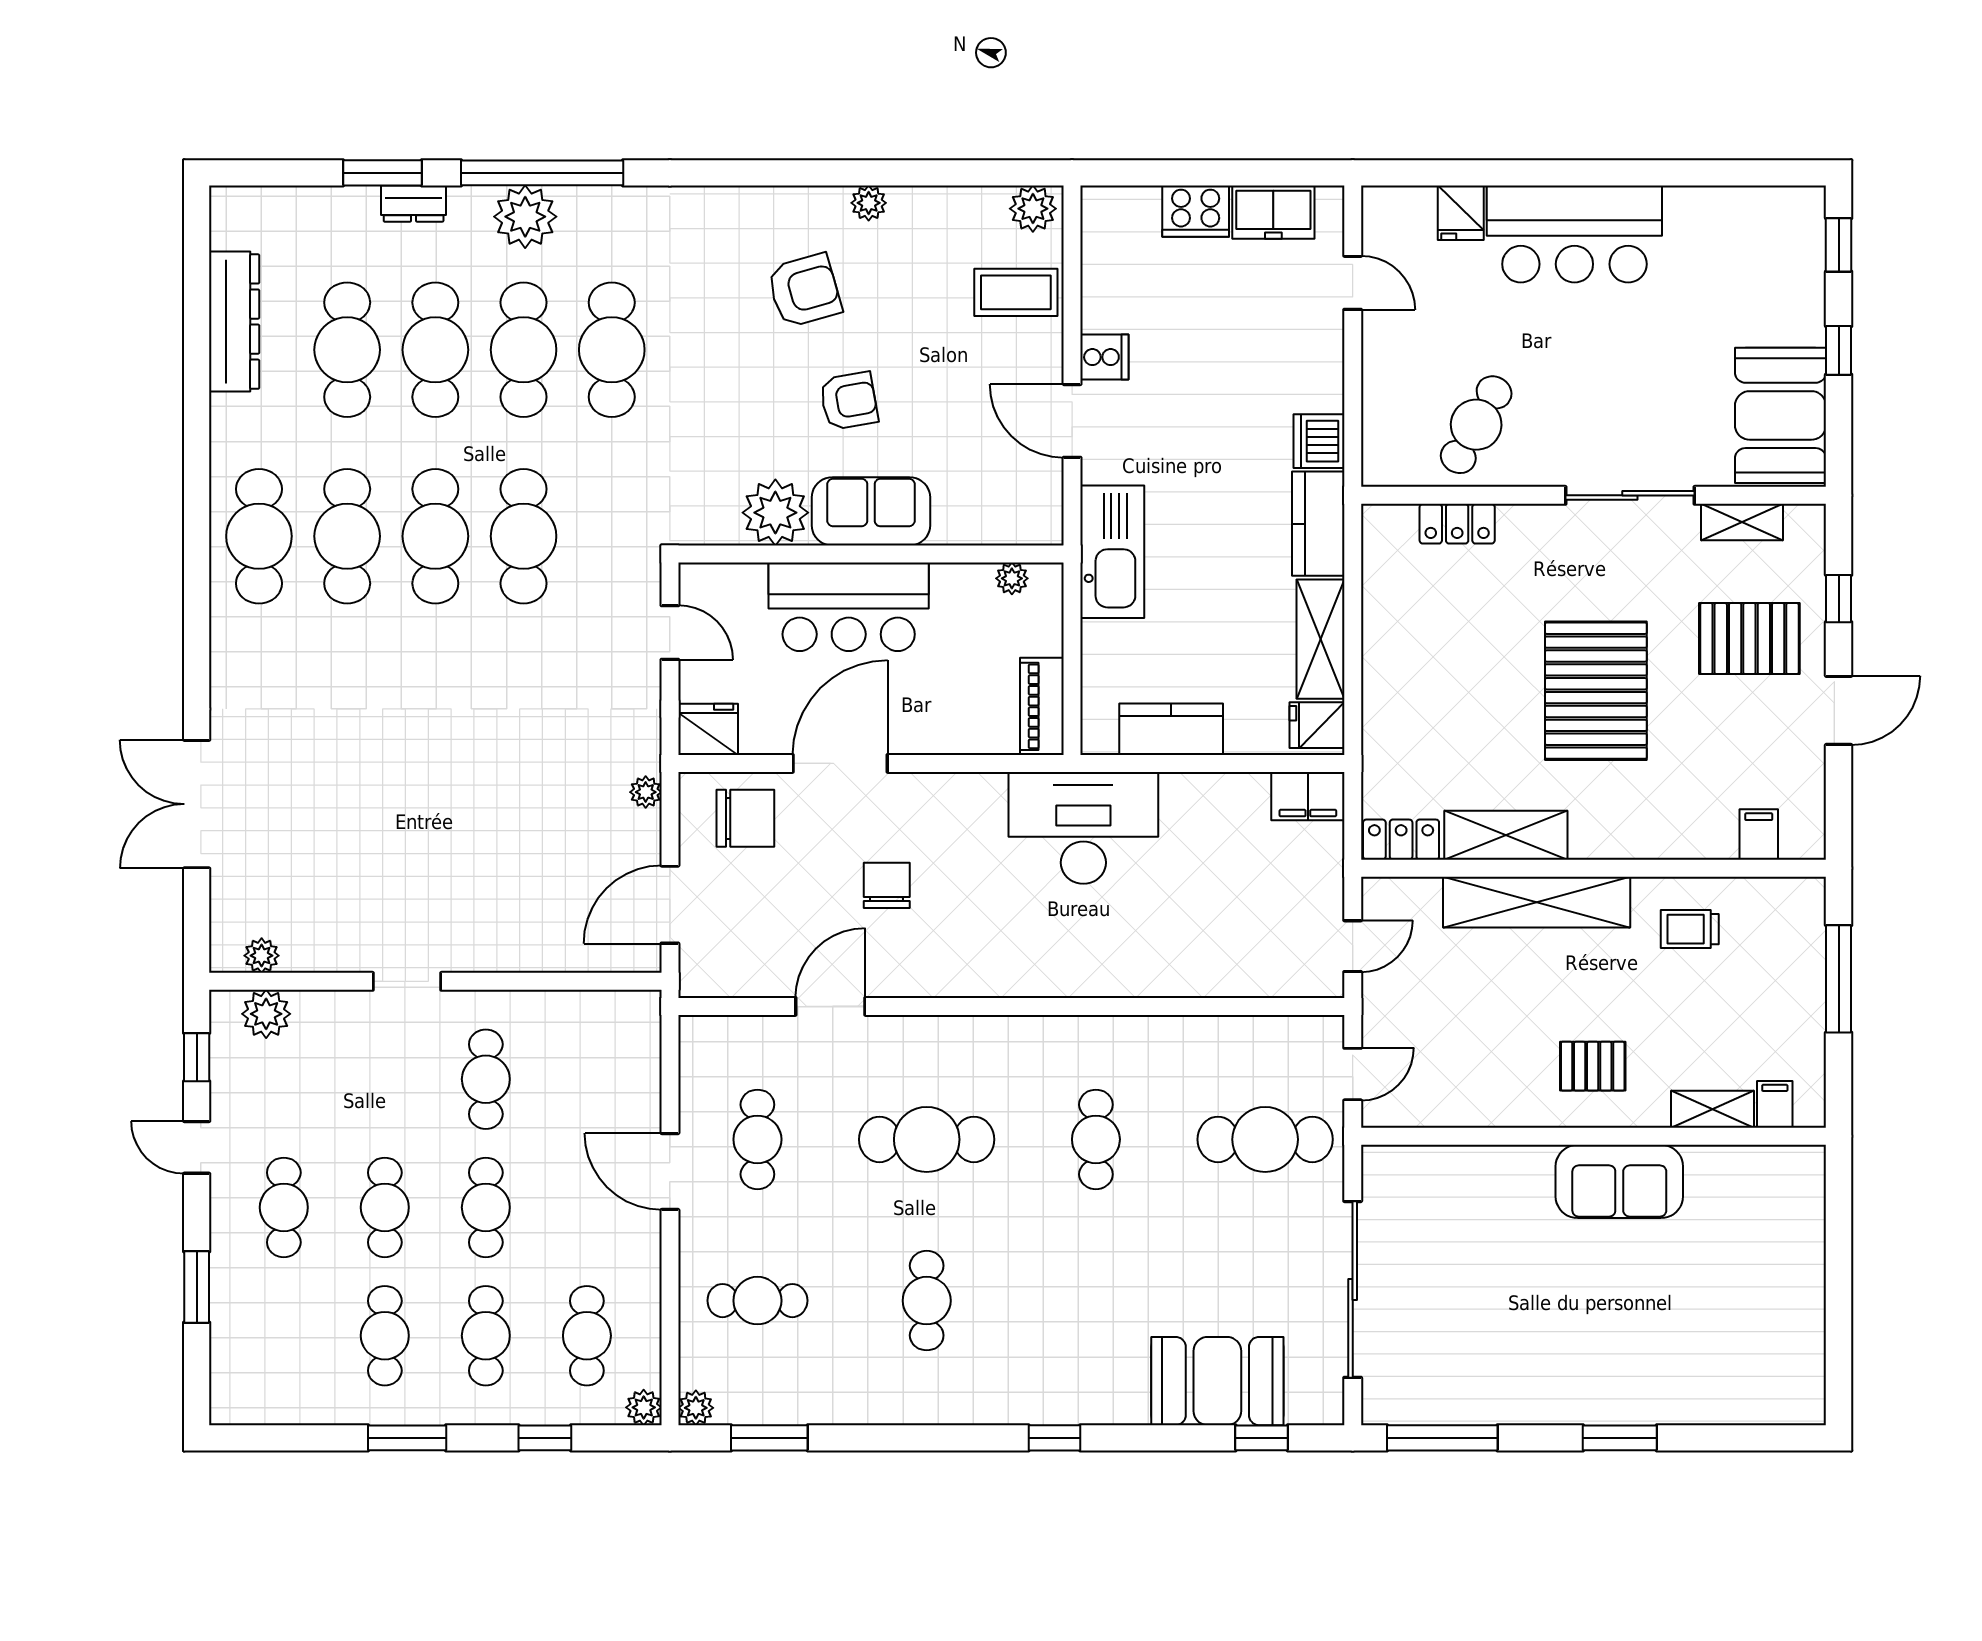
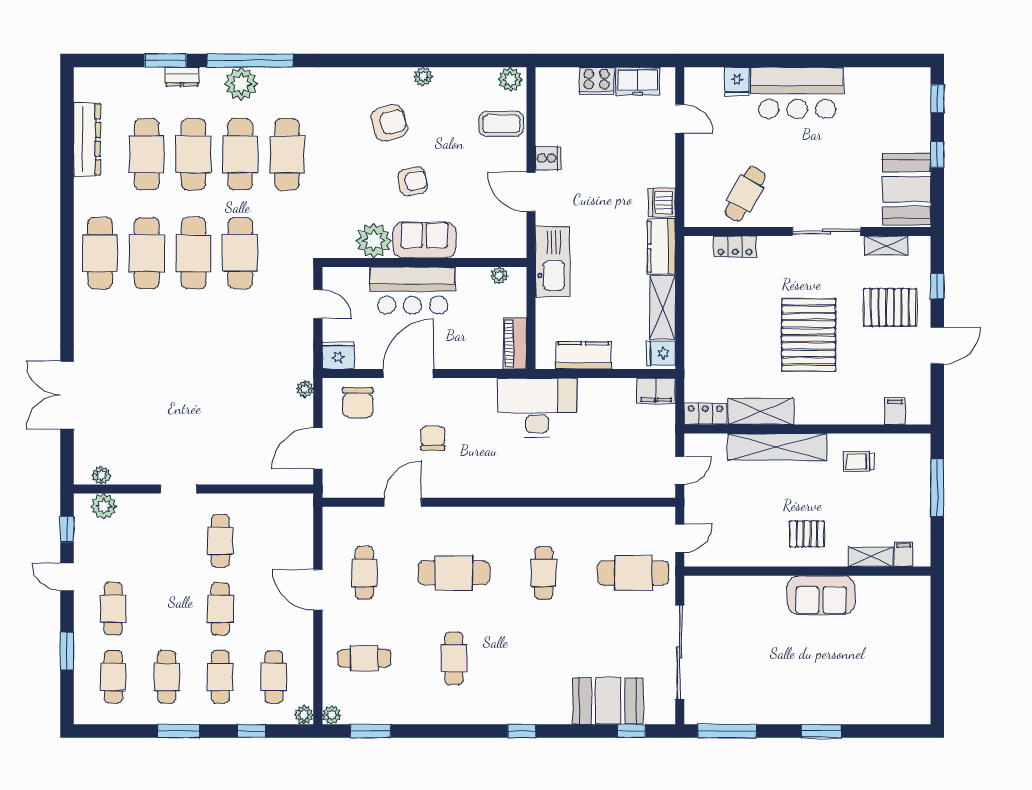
chair: (745, 818) -> (358, 403), turned 90
cafe table: (385, 1207) -> (113, 677), moved

